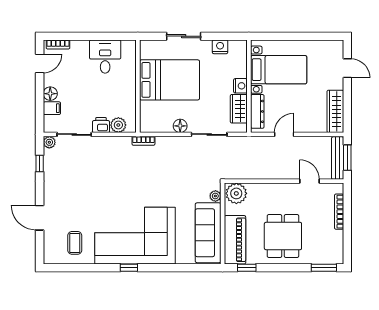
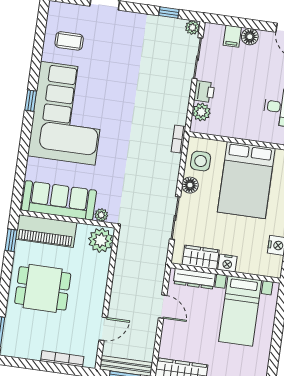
side table: (159, 120) -> (201, 161), added

